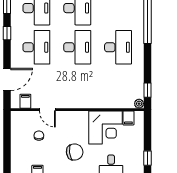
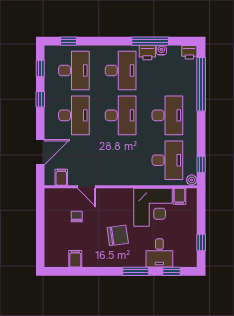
desk: (118, 86) -> (167, 160), added

